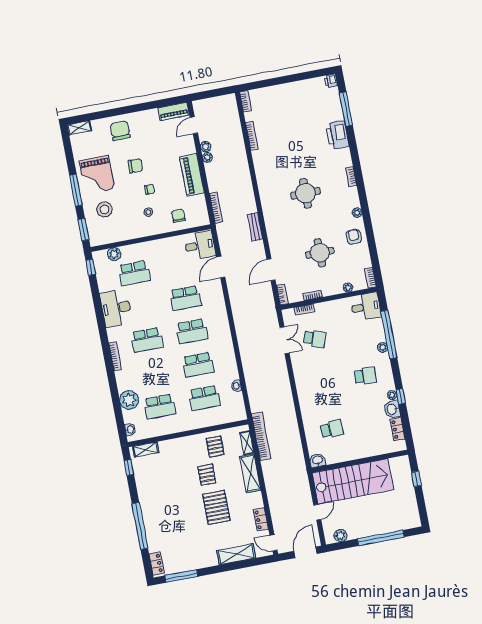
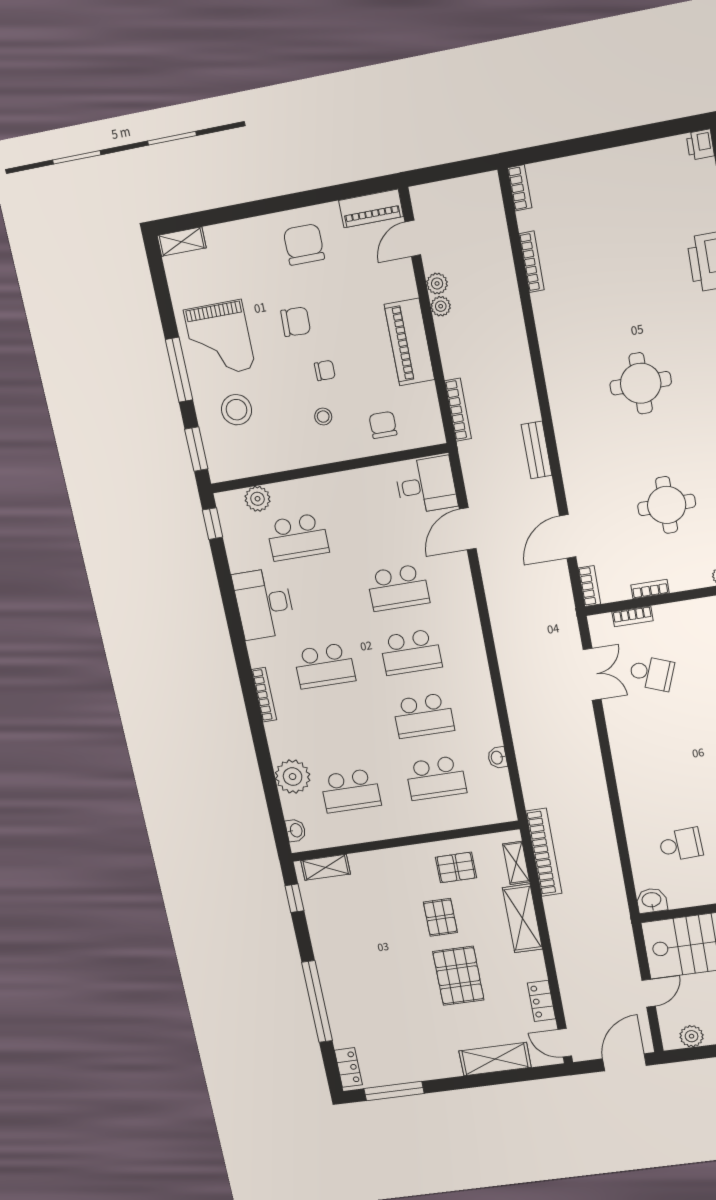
chair: (120, 131) -> (304, 244), moved
pallet: (215, 447) -> (456, 867), turned 90

